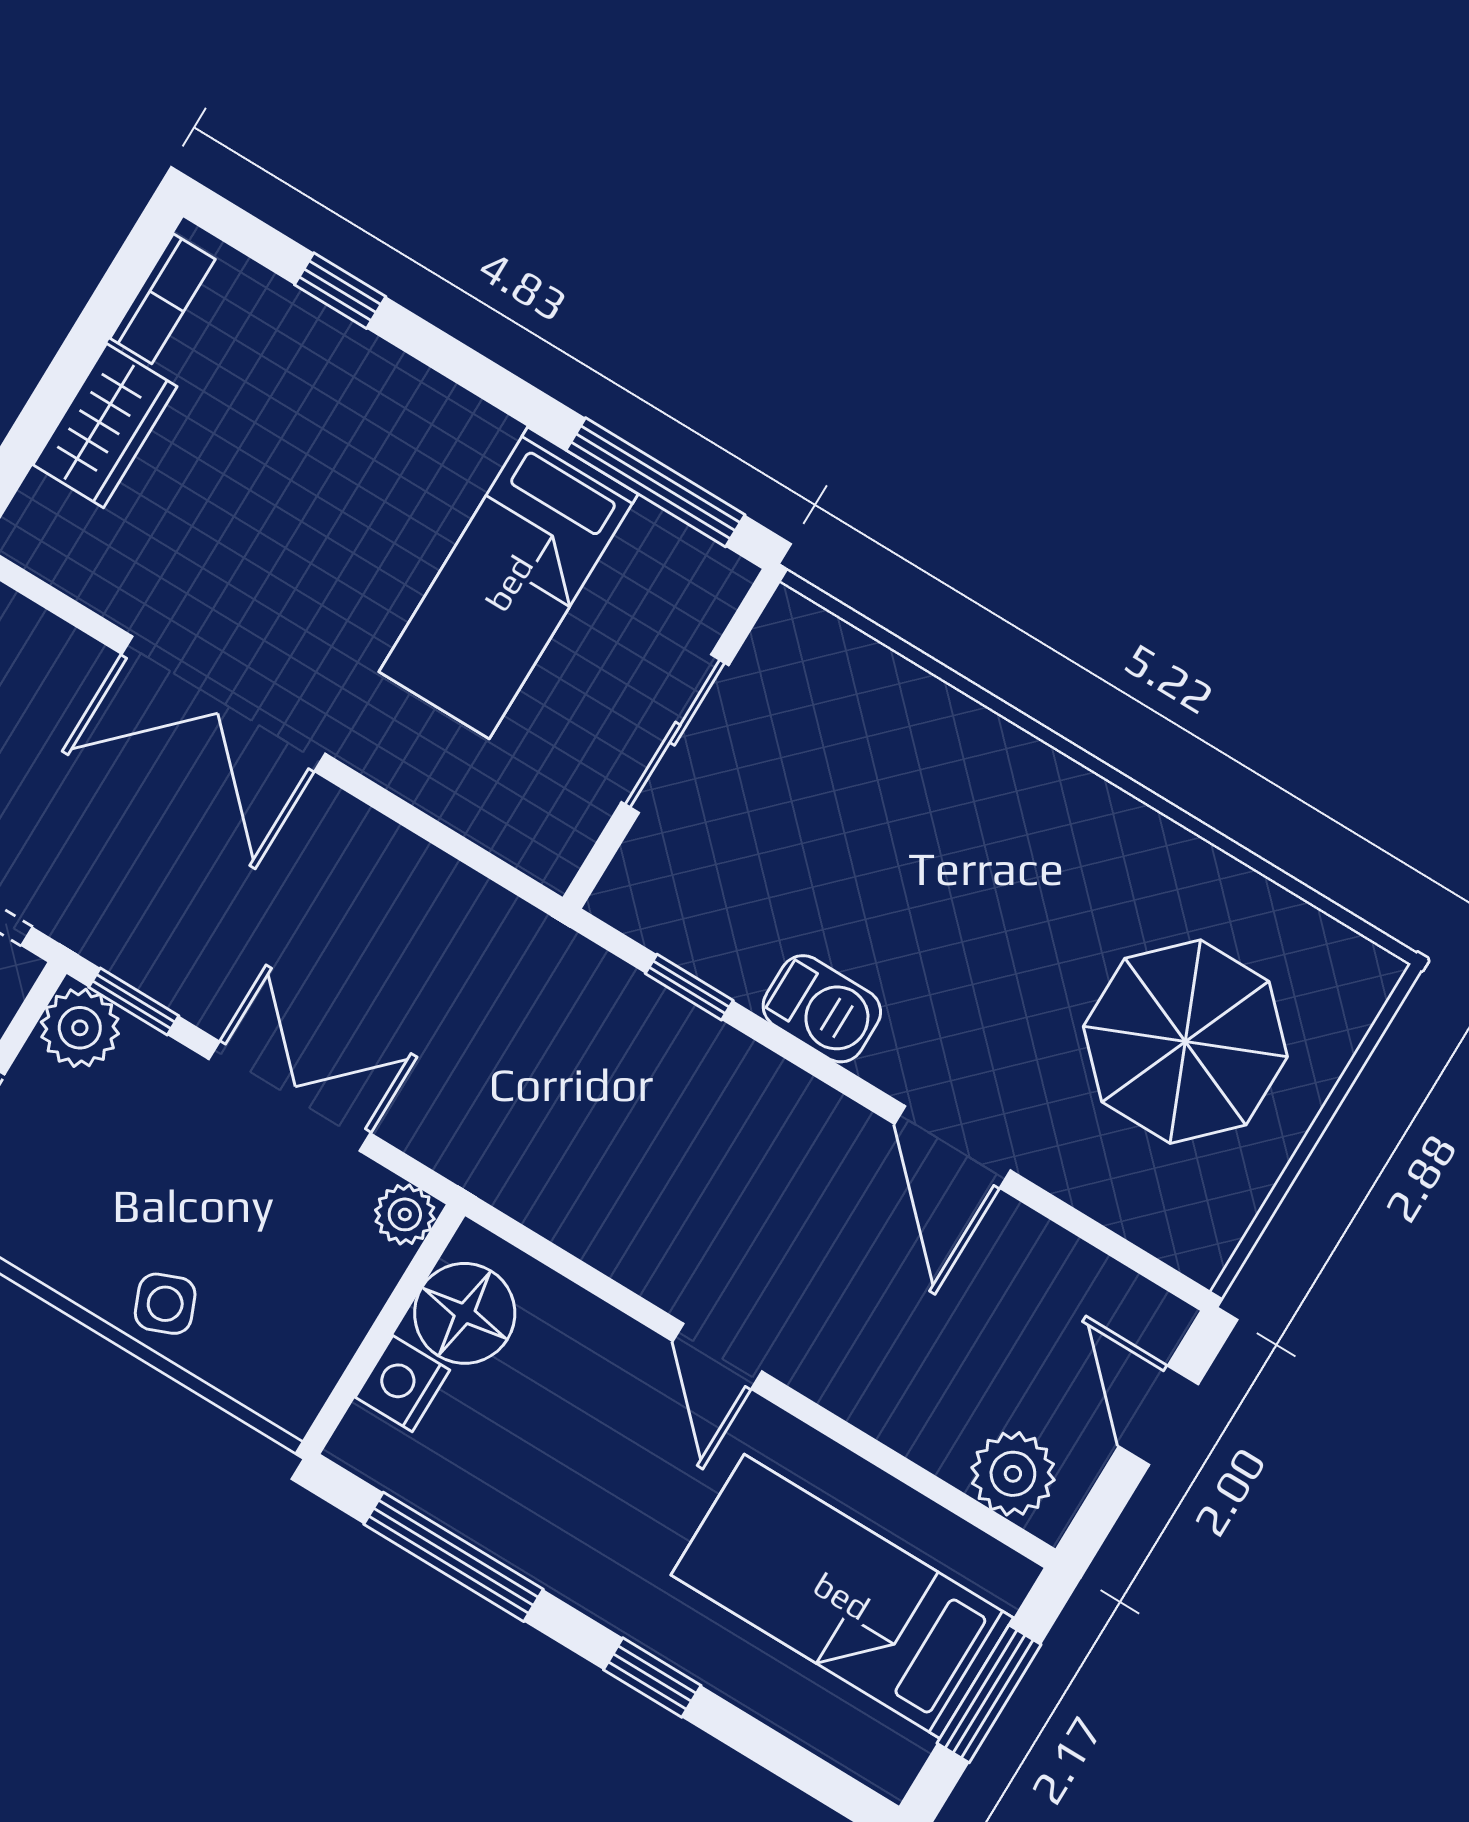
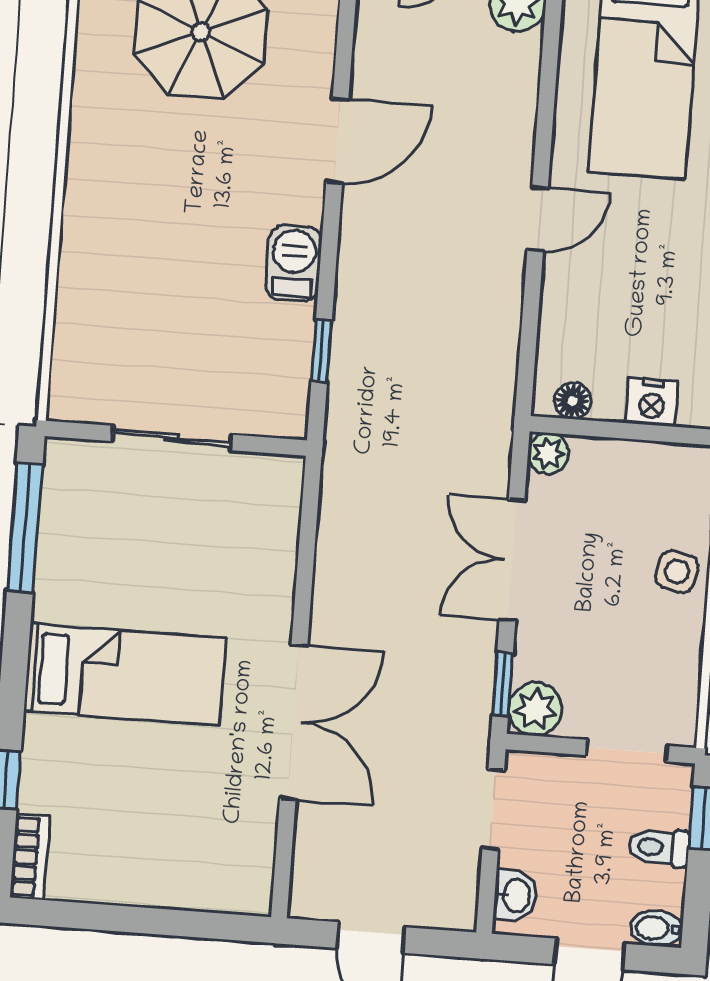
bookcase: (163, 299) -> (30, 857), moved, turned 90
wardrobe: (105, 426) -> (161, 881), removed
bed: (509, 583) -> (125, 674), moved
side table: (165, 1304) -> (677, 572), turned 35
floor lamp: (465, 1313) -> (573, 401), width x0.53, depth x0.53

